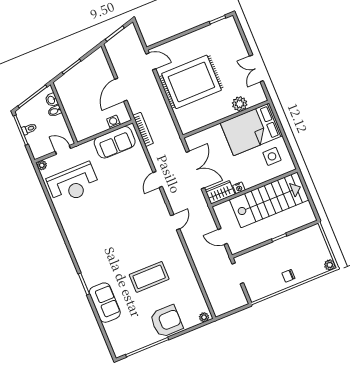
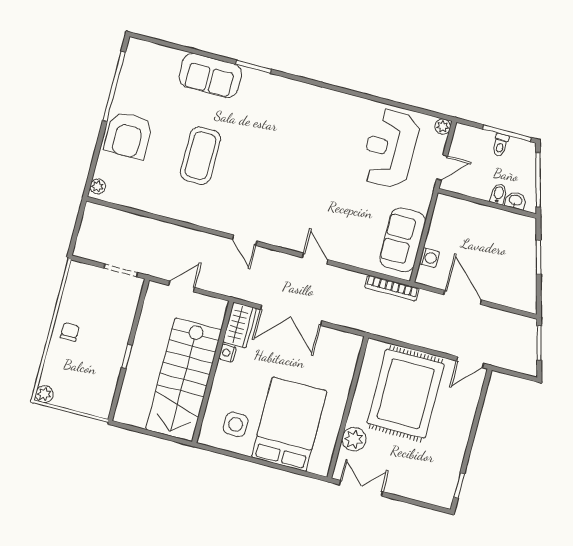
plant: (240, 104) -> (354, 439), moved
wall: (226, 119) -> (348, 407), moved

